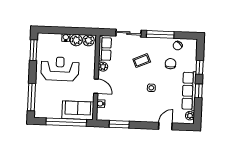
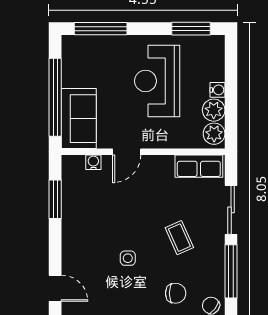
plant: (103, 67) -> (165, 164), removed
reception desk: (60, 69) -> (157, 81), turned 180

